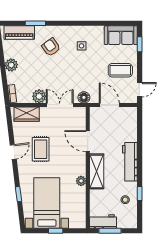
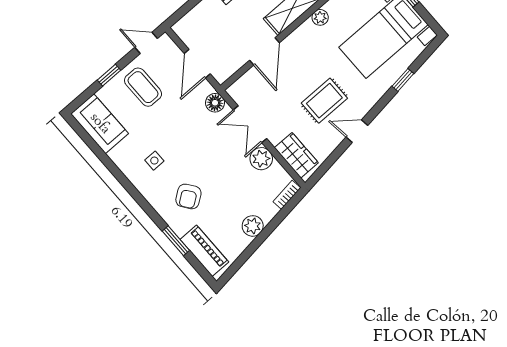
window: (140, 44) -> (109, 75), moved

